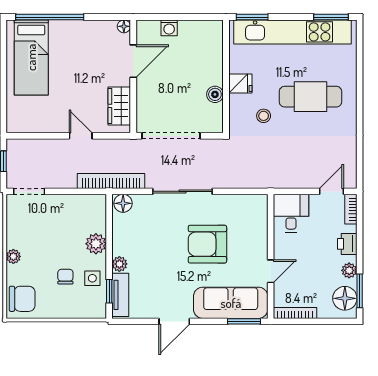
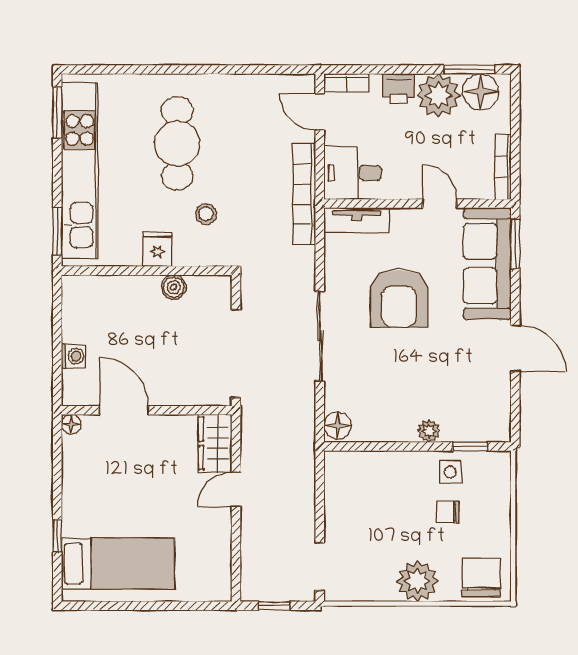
window: (50, 17) -> (57, 536), width x0.32
wardrobe: (119, 106) -> (215, 443), moved, turned 90
bookcase: (111, 181) -> (304, 194), moved
plant: (96, 244) -> (398, 466), removed
plant: (13, 256) -> (418, 581), width x1.88, depth x1.88
plant: (349, 270) -> (439, 95), width x1.87, depth x1.87
tv unit: (120, 295) -> (357, 220), moved, turned 180

